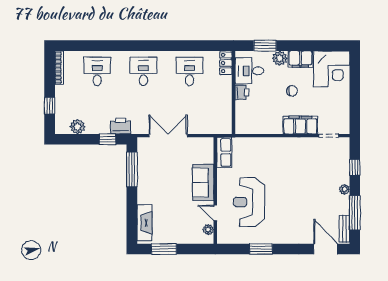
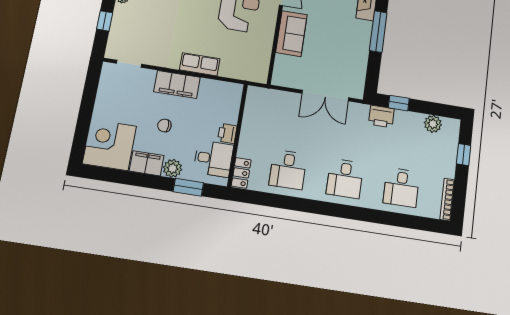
filing cabinet: (300, 125) -> (177, 84), moved
row of seats: (224, 152) -> (200, 64), moved, turned 90
window: (132, 170) -> (378, 32), moved

